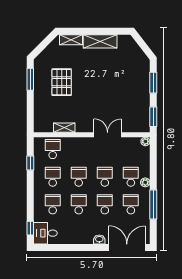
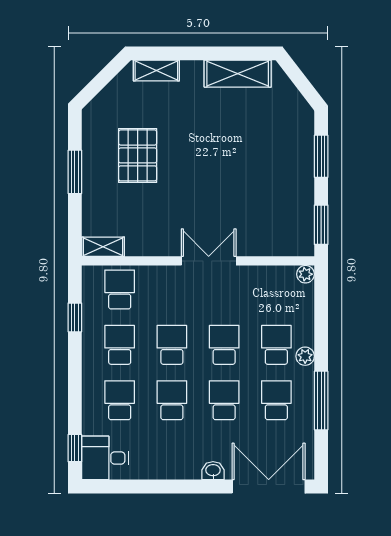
shelving: (100, 41) -> (238, 74), moved
window: (30, 79) -> (75, 172), moved
shelving: (64, 128) -> (103, 247), moved
double door: (108, 135) -> (209, 261), moved

